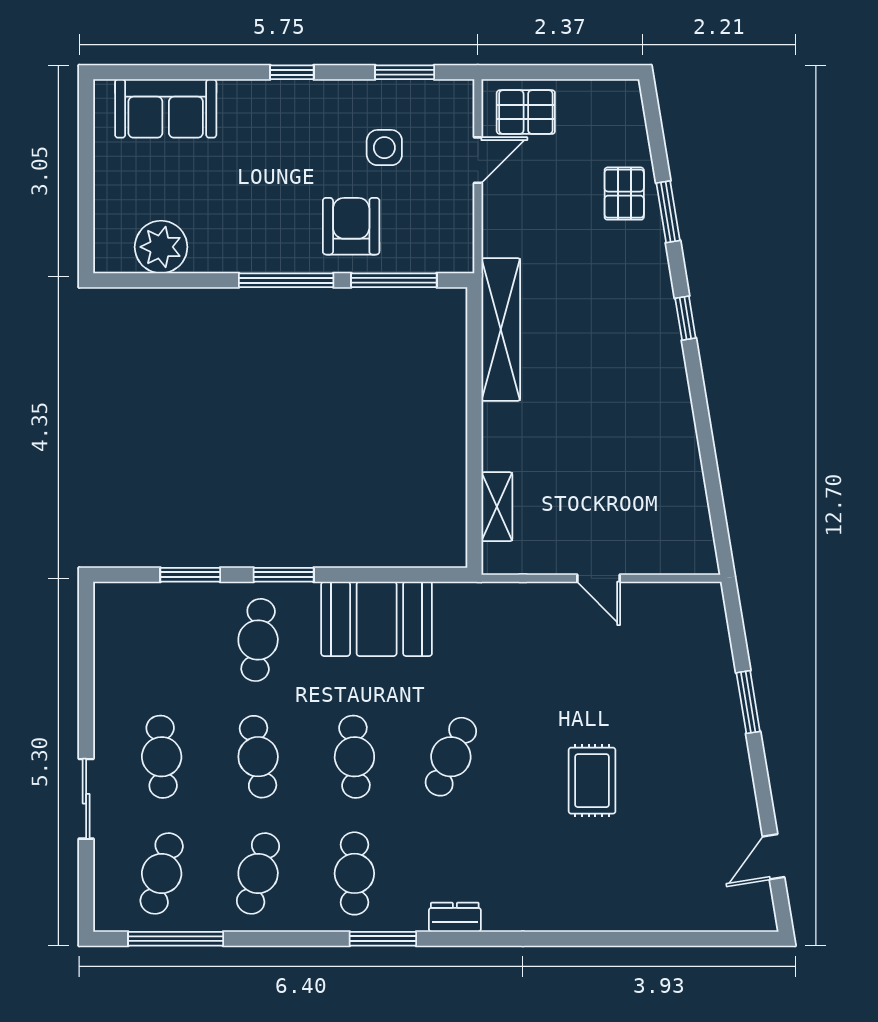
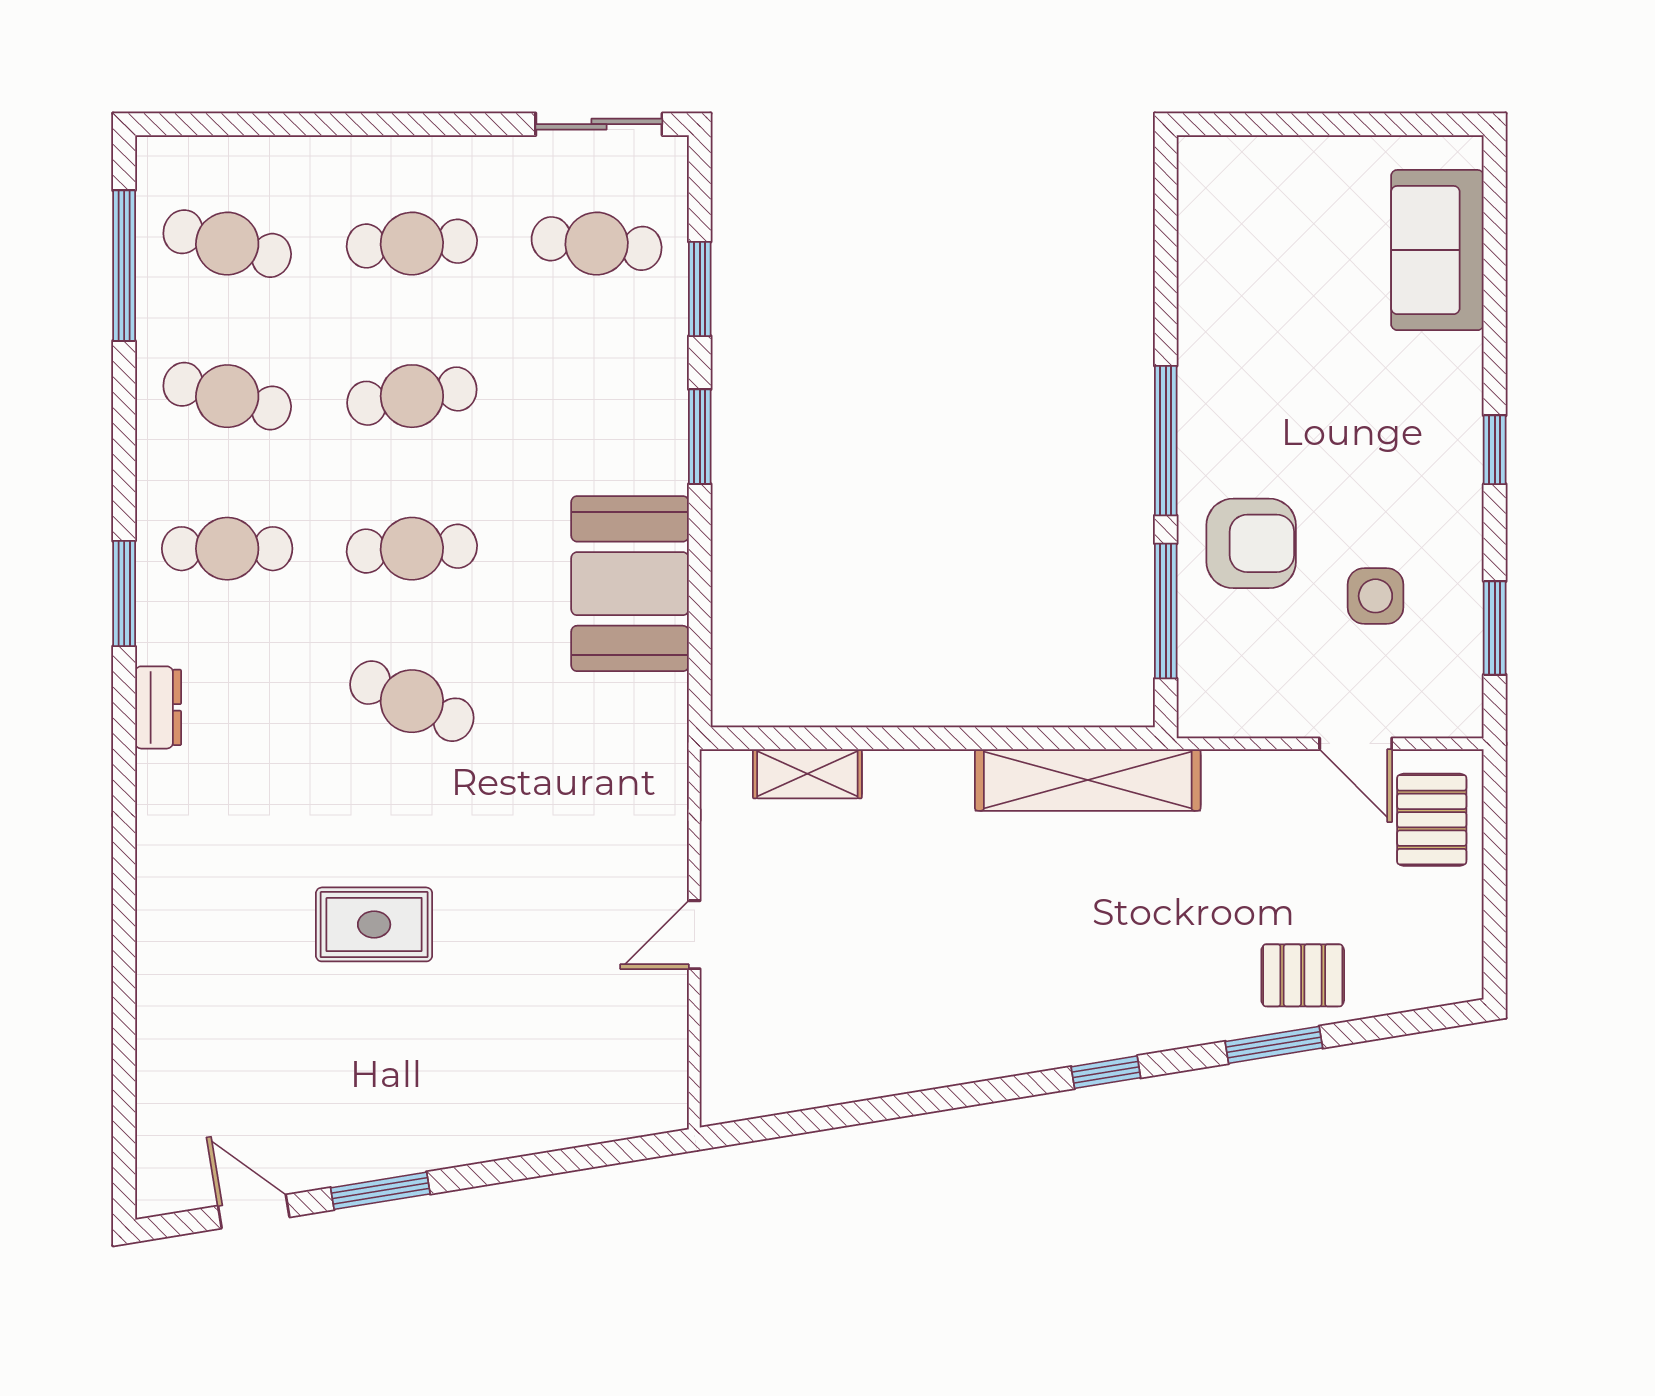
plant: (161, 247) -> (1218, 243), removed
cafe table: (258, 640) -> (597, 244), moved
window: (748, 702) -> (380, 1191), moved
sliding door: (86, 799) -> (599, 124), moved

